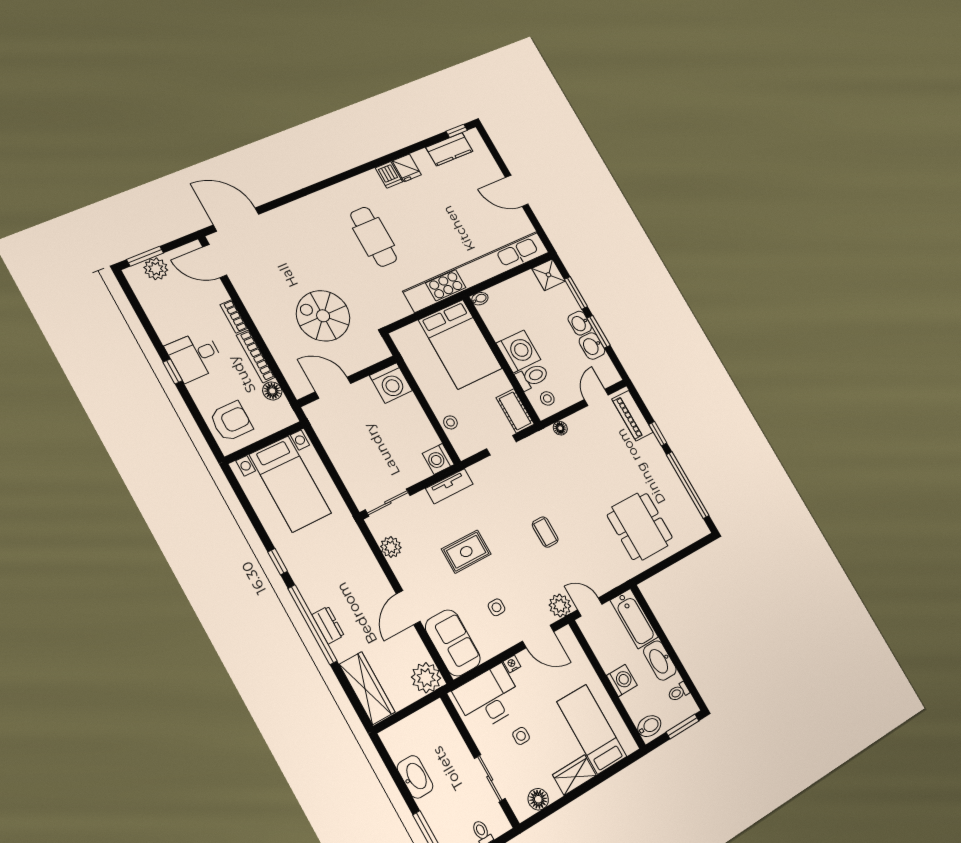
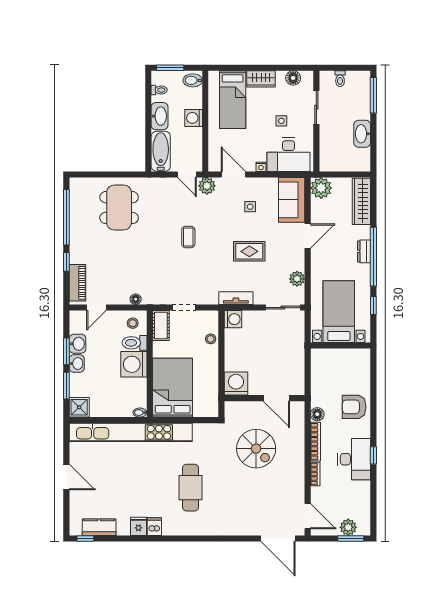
desk: (195, 356) -> (354, 459), width x1.37
wall: (264, 442) -> (341, 346), moved
bed with nightstands: (290, 484) -> (339, 312), moved

